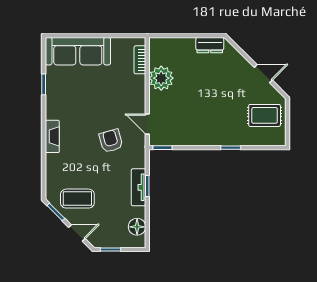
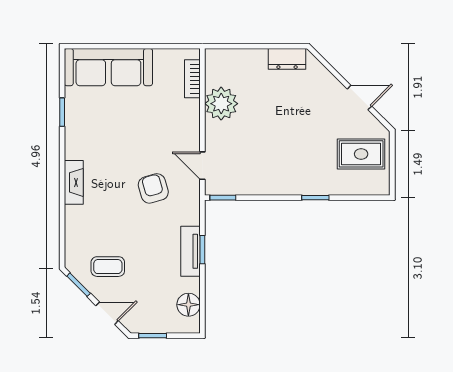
coffee table: (77, 199) -> (108, 267), width x0.73, depth x0.77

